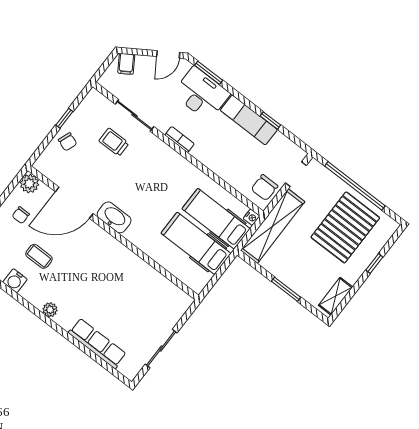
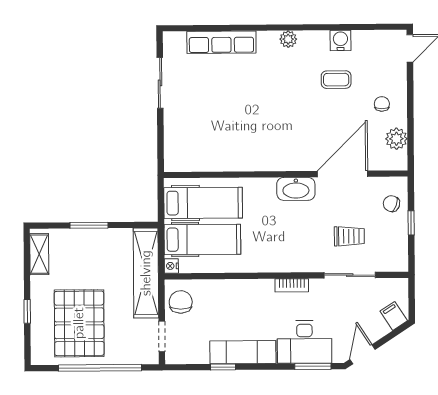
door: (74, 203) -> (343, 174), moved
washbasin: (114, 217) -> (296, 189), moved
wall: (113, 233) -> (286, 174), moved

